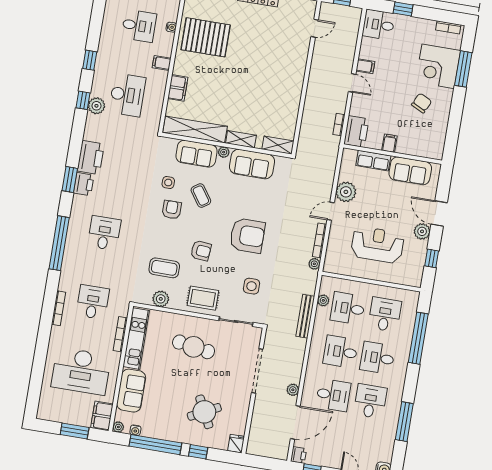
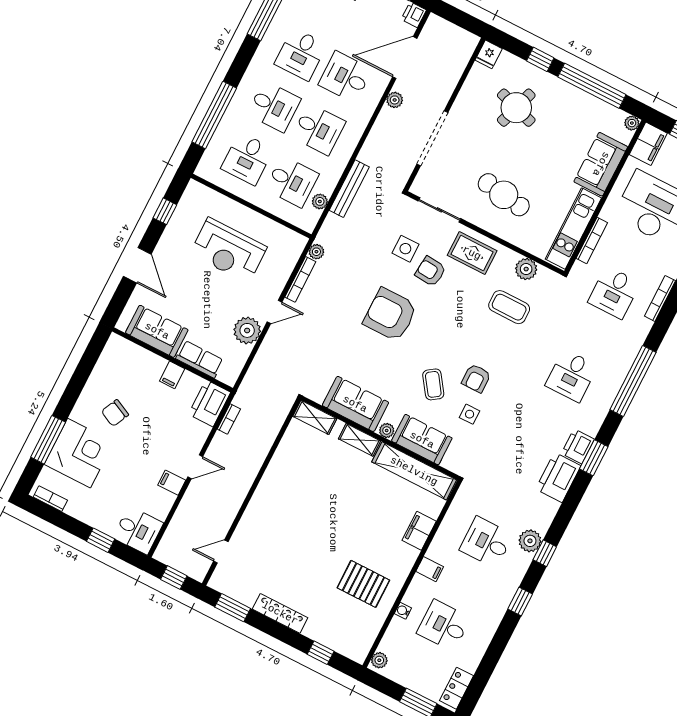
pallet: (206, 37) -> (363, 584), width x0.73, depth x0.71
door: (352, 83) -> (195, 467), swing flipped
desk: (127, 95) -> (486, 542), width x0.73
plant: (422, 231) -> (166, 249), removed
armchair: (201, 251) -> (431, 271), moved
round table: (204, 412) -> (516, 108), turned 45
water cooler: (135, 430) -> (611, 112), removed

